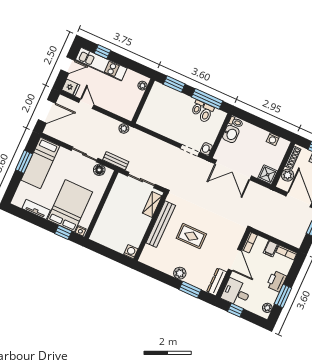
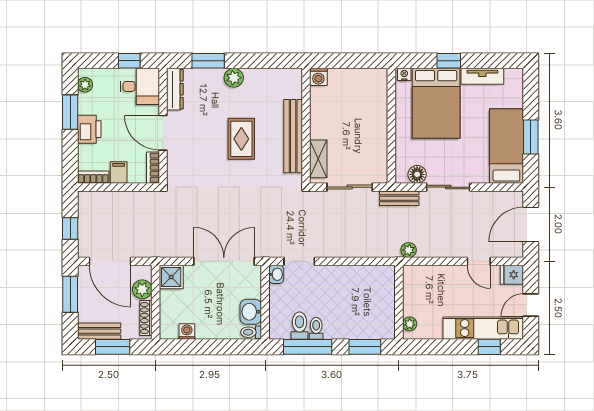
window: (63, 232) -> (449, 61), moved
rug: (191, 236) -> (241, 139), turned 90

